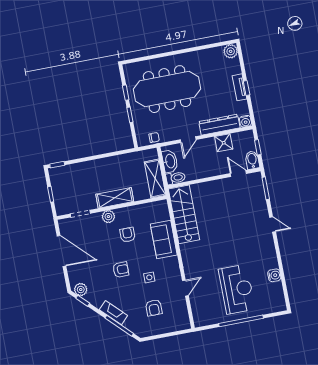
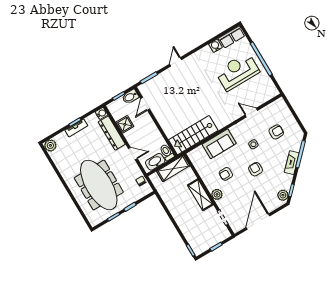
row of seats: (277, 297) -> (232, 37), added

